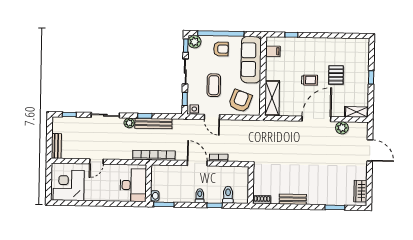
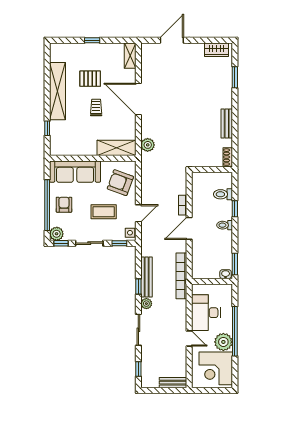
shelving: (325, 45) -> (57, 91), added
filing cabinet: (273, 51) -> (65, 148), removed
plant: (342, 128) -> (148, 145), moved
desk: (133, 185) -> (206, 313), moved, turned -90
plant: (93, 193) -> (223, 342), added
window: (102, 203) -> (235, 331), added

